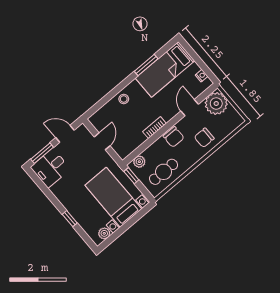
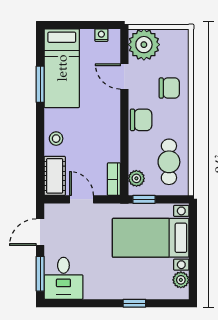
cot: (103, 116) -> (55, 176), added
bookcase: (154, 128) -> (114, 179), moved
chair: (204, 138) -> (169, 88), turned -90

